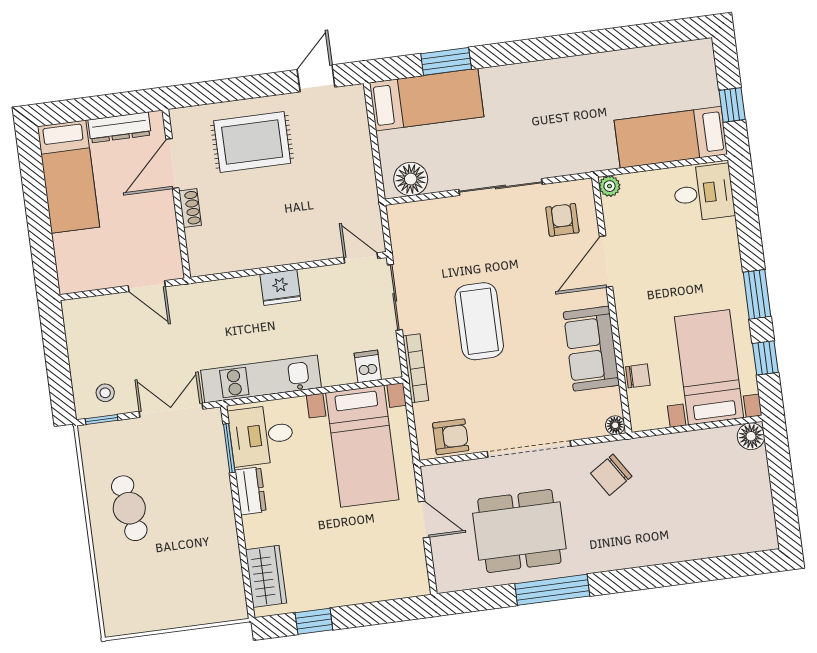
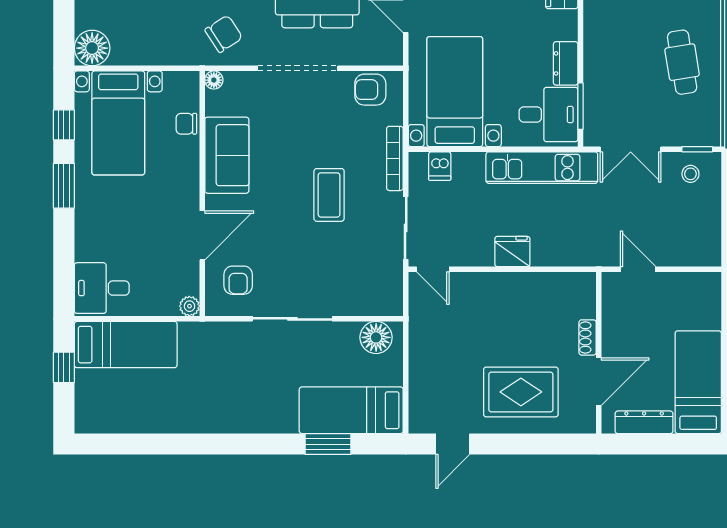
coffee table: (479, 321) -> (329, 195), width x0.73, depth x0.76
floor lamp: (751, 436) -> (92, 48), width x1.38, depth x1.38

